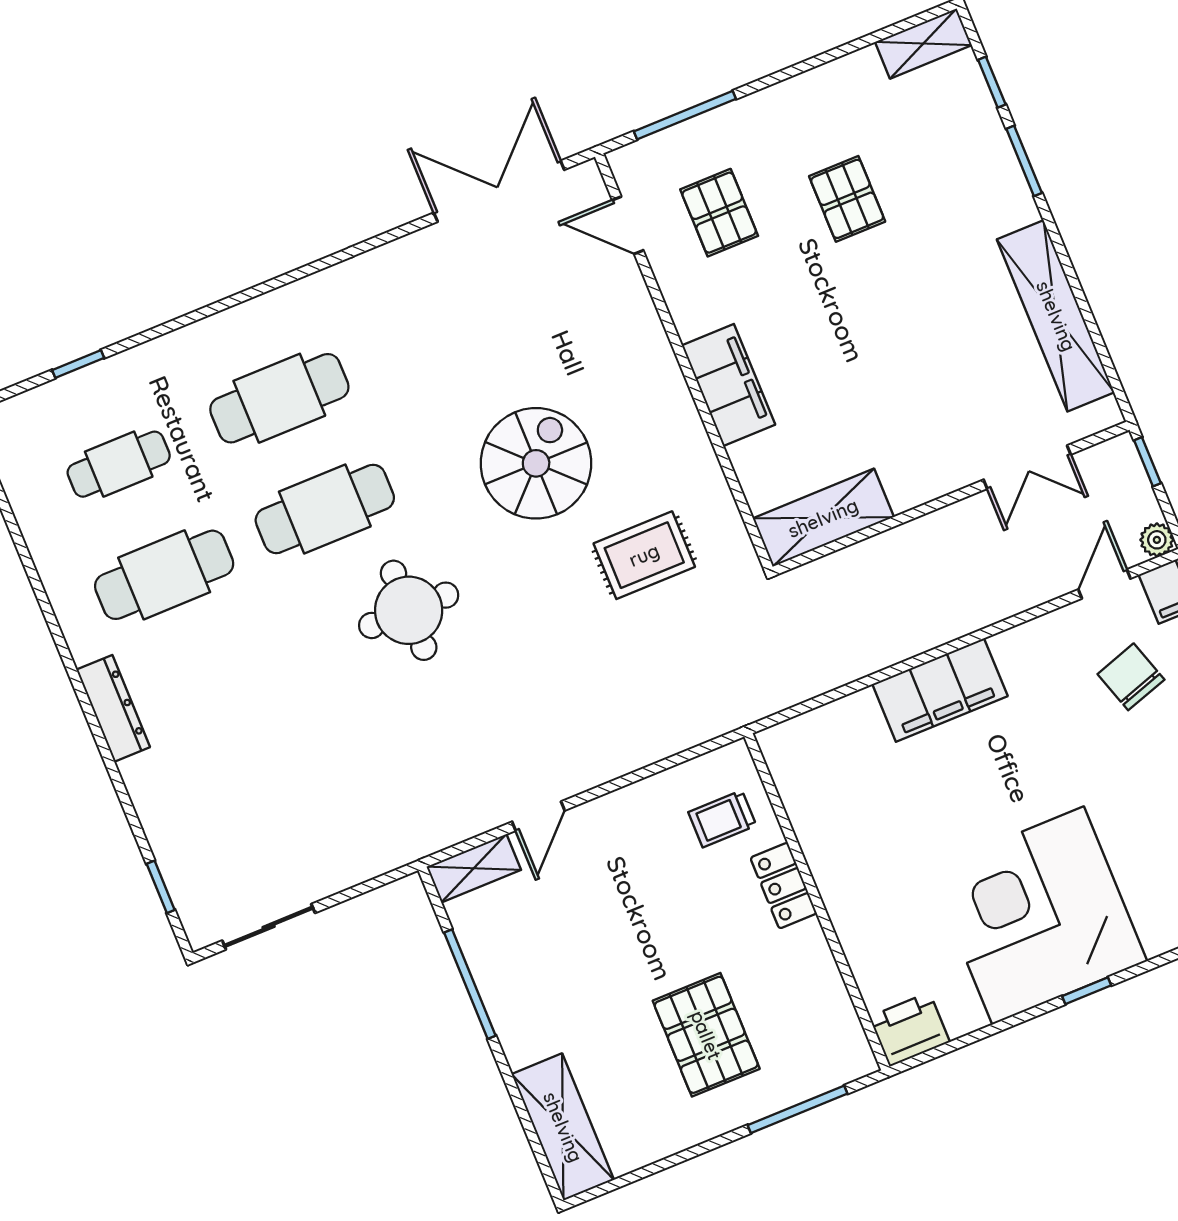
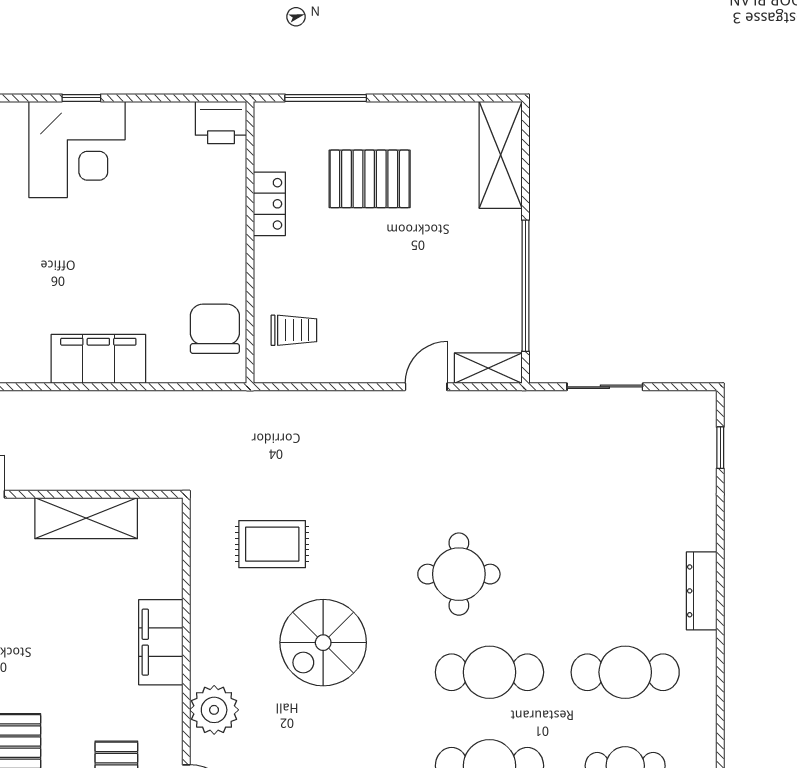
plant: (633, 331) -> (214, 710), added
shelving: (823, 518) -> (86, 518), moved
chair: (817, 782) -> (215, 329), added
locker: (784, 886) -> (269, 204), moved
corner desk: (1038, 916) -> (77, 149), width x0.74, depth x0.74
sliding door: (269, 927) -> (605, 387), moved
window: (470, 984) -> (525, 286), width x1.46
pallet: (706, 1035) -> (370, 179), turned 90

